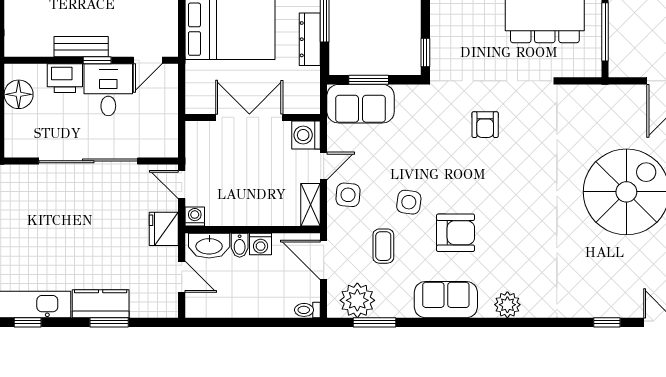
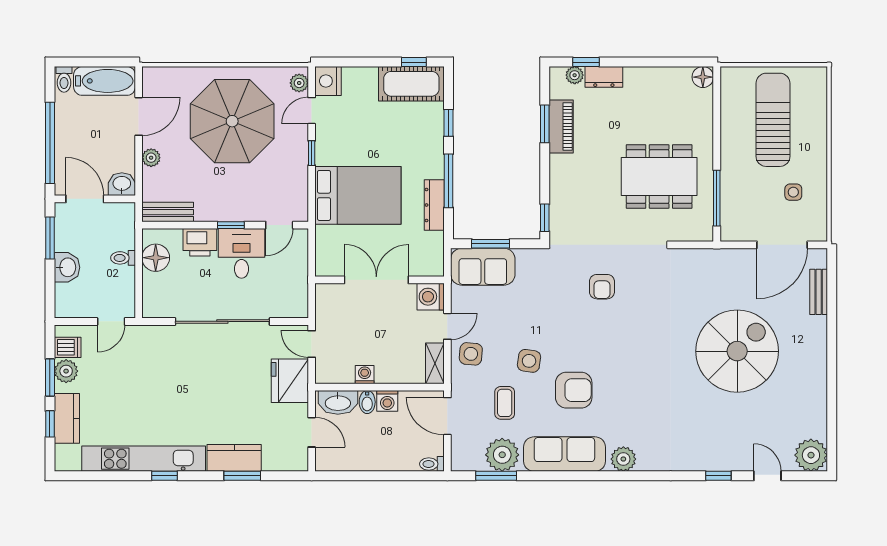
bench: (81, 47) -> (168, 212), moved
washing machine: (195, 216) -> (365, 375), moved
fridge: (164, 229) -> (290, 381), width x1.36, depth x1.34
plant: (357, 300) -> (502, 455), moved
sofa: (446, 300) -> (564, 454), width x1.36

